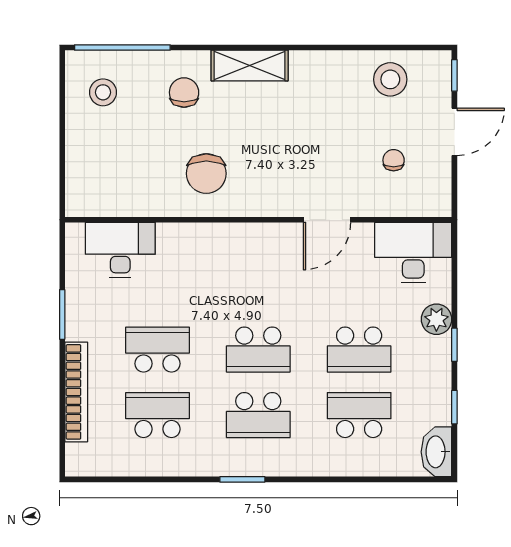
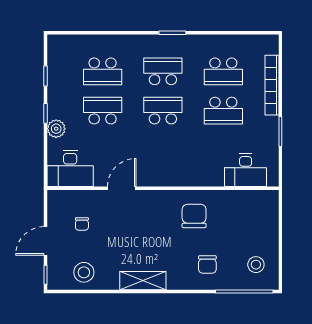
shelving: (250, 66) -> (143, 281), moved
washbasin: (436, 452) -> (56, 49), removed

